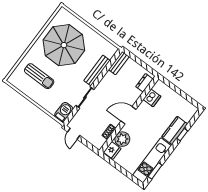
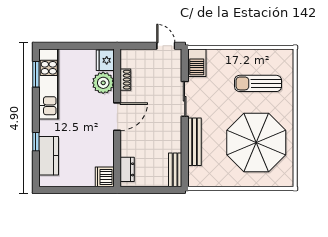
dishwasher: (152, 98) -> (105, 177), moved
kitchen counter: (175, 130) -> (49, 156), moved

